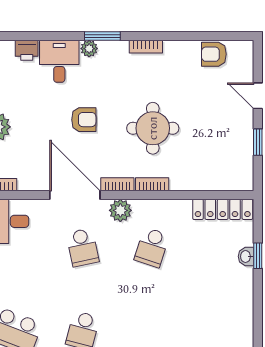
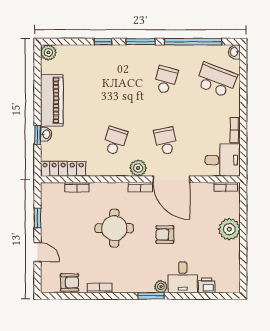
bookcase: (146, 47) -> (100, 288), moved
bookcase: (152, 184) -> (77, 187), moved
piano: (238, 303) -> (52, 100), added

